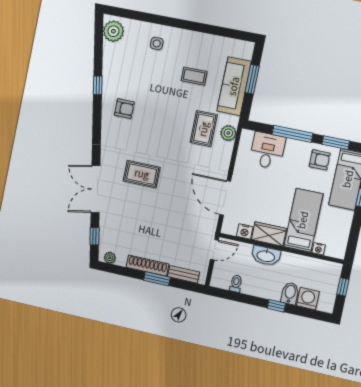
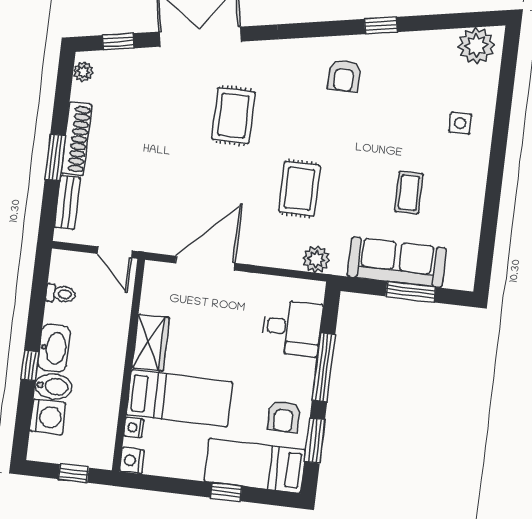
rug: (204, 129) -> (299, 189), moved, turned 90
nightstand: (245, 231) -> (132, 461), moved
washbasin: (266, 256) -> (54, 348), moved, turned 180

